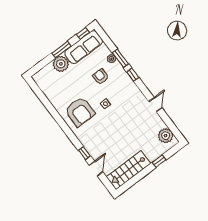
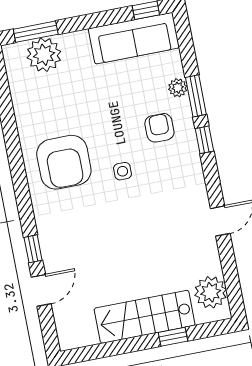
window: (61, 50) -> (36, 32), moved
plant: (61, 64) -> (44, 55), moved
armchair: (101, 77) -> (159, 128), moved
stairs: (128, 170) -> (145, 317), moved

